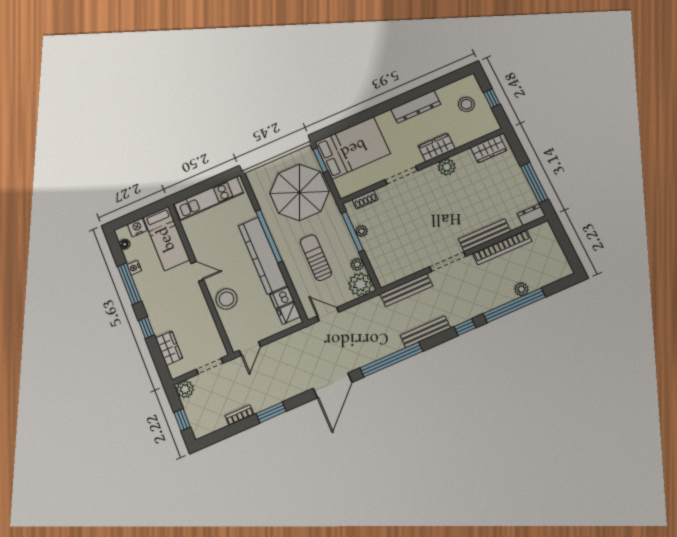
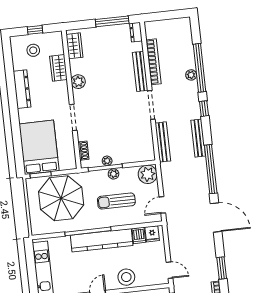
wardrobe: (437, 148) -> (58, 68), moved
plant: (357, 264) -> (113, 174), moved
plant: (522, 289) -> (191, 75), moved

